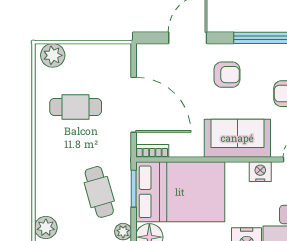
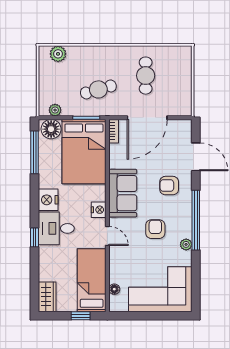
plant: (53, 55) -> (183, 59), removed
armchair: (227, 75) -> (169, 186), turned 90
cafe table: (99, 192) -> (98, 89), moved

